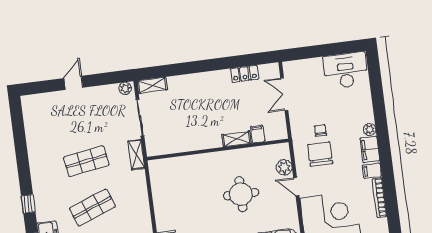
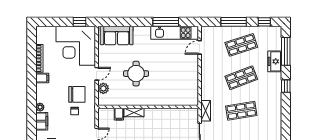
filing cabinet: (370, 149) -> (42, 121), moved
chair: (320, 154) -> (77, 94), turned -90
door: (296, 187) -> (97, 74), hinge flipped

